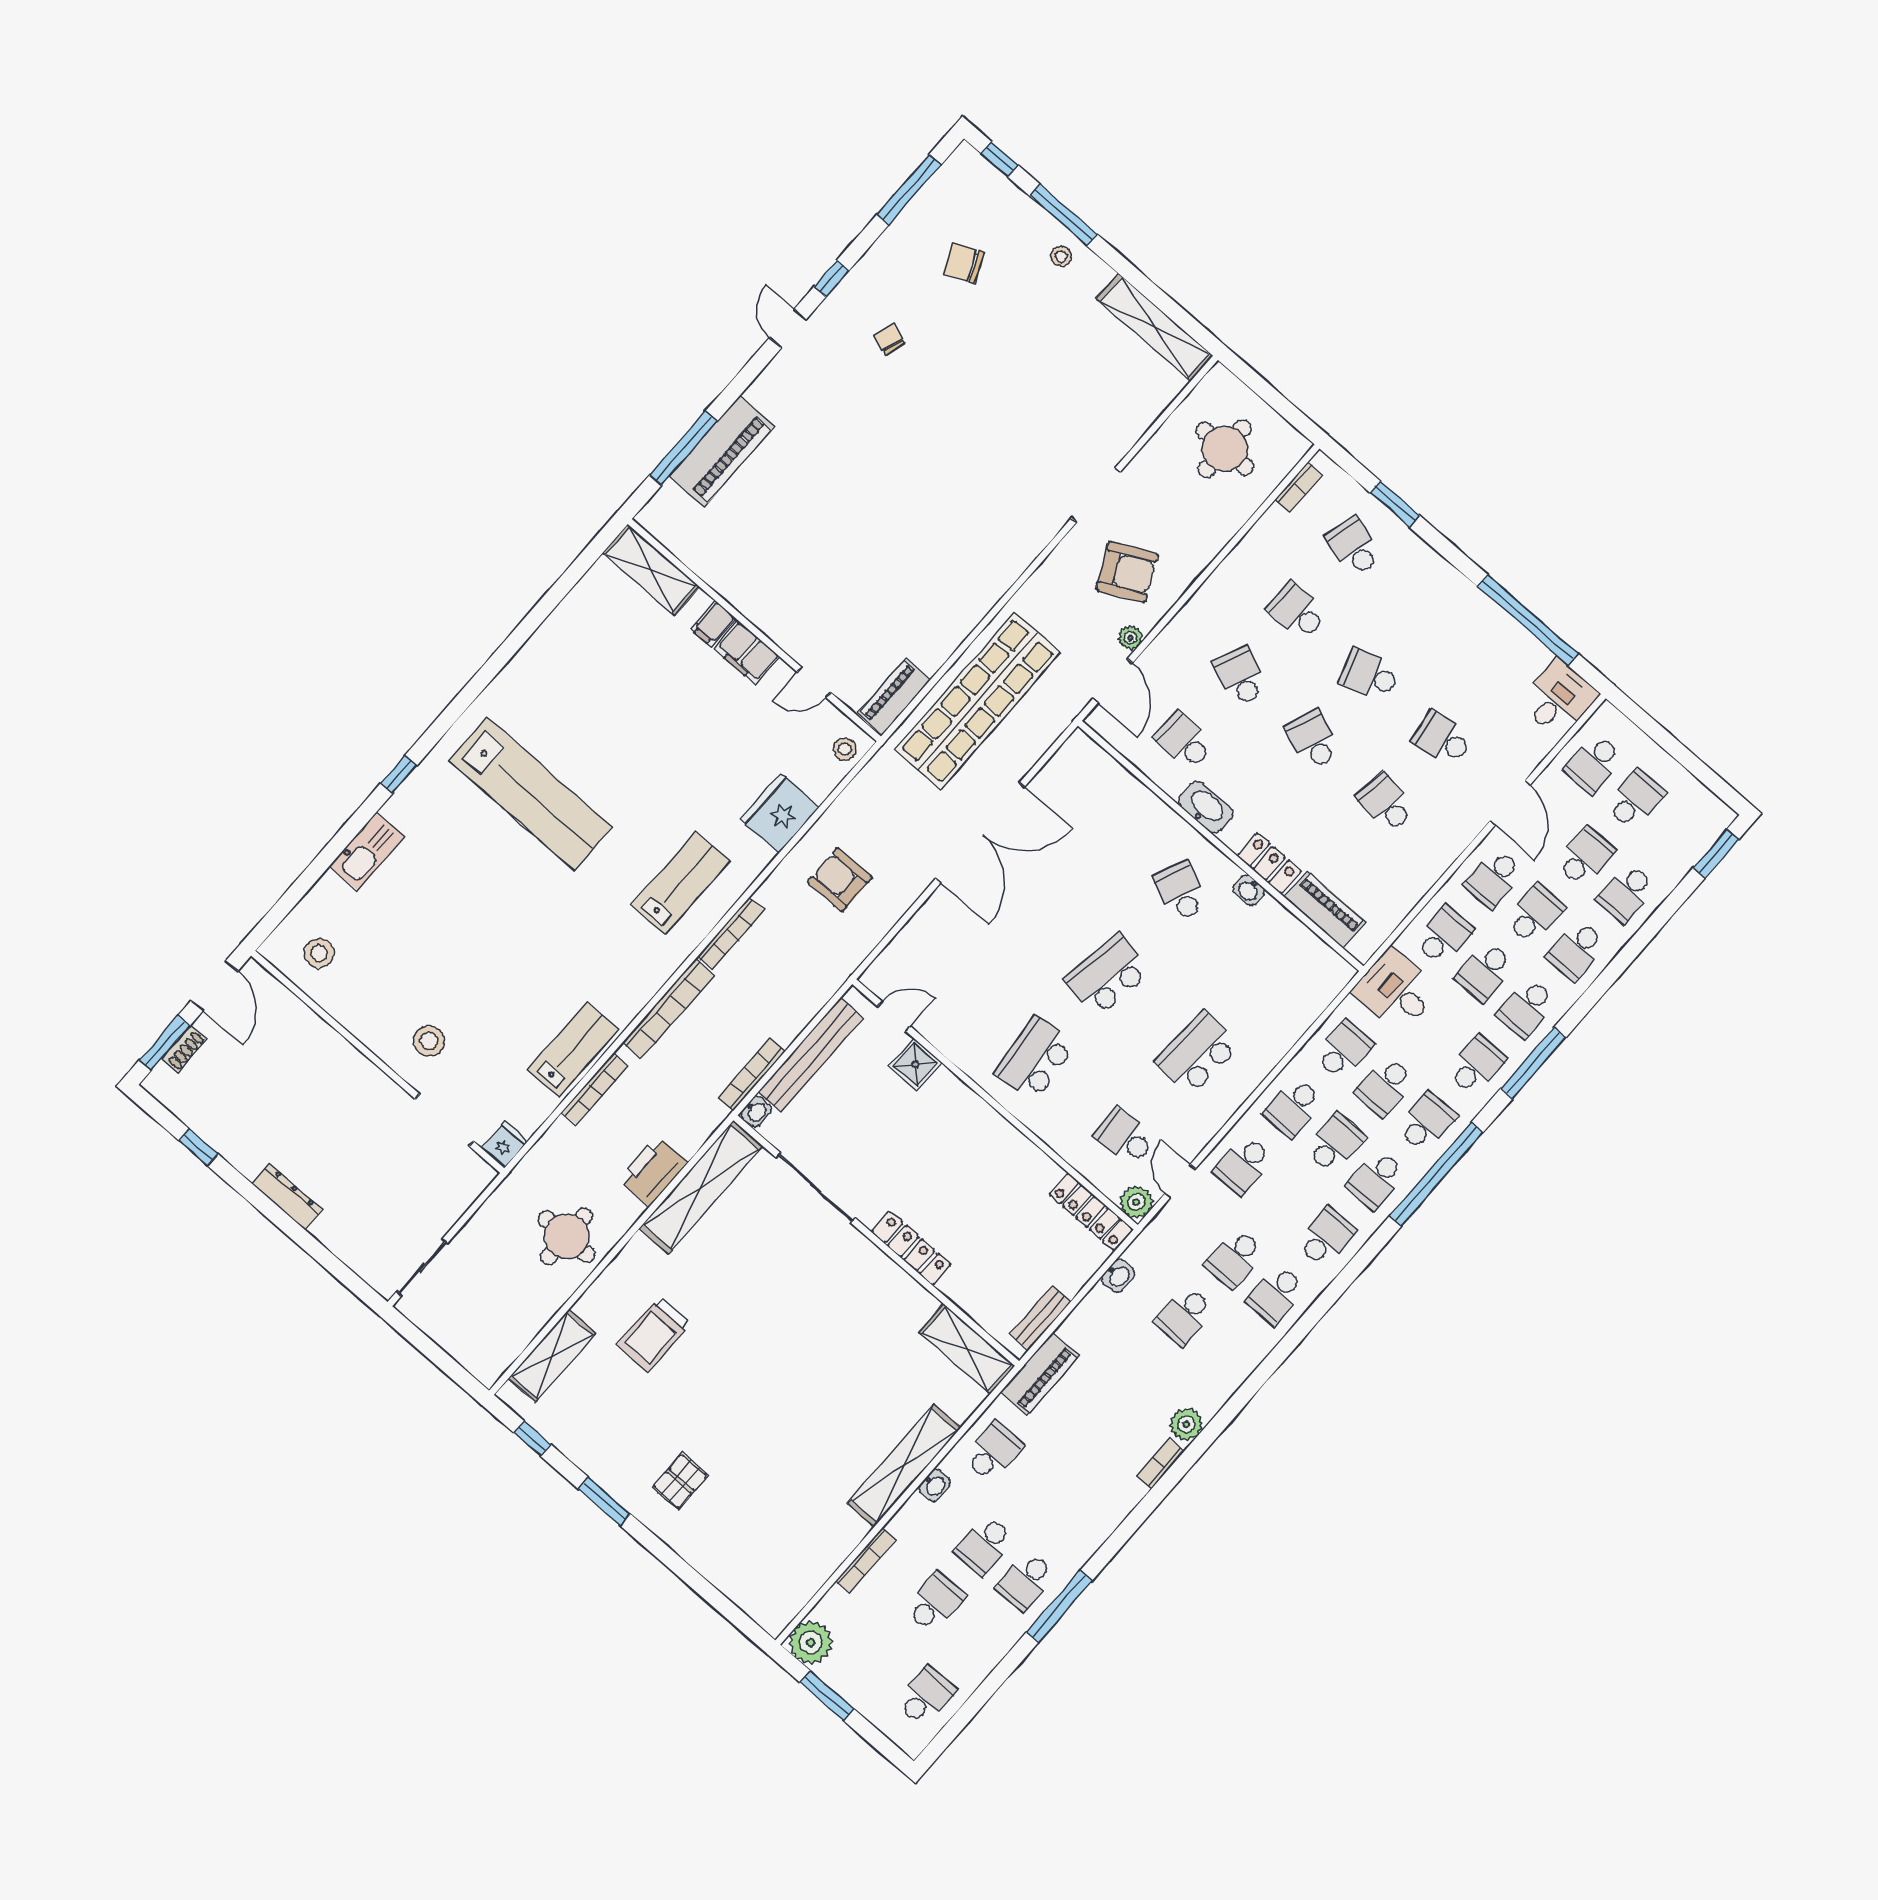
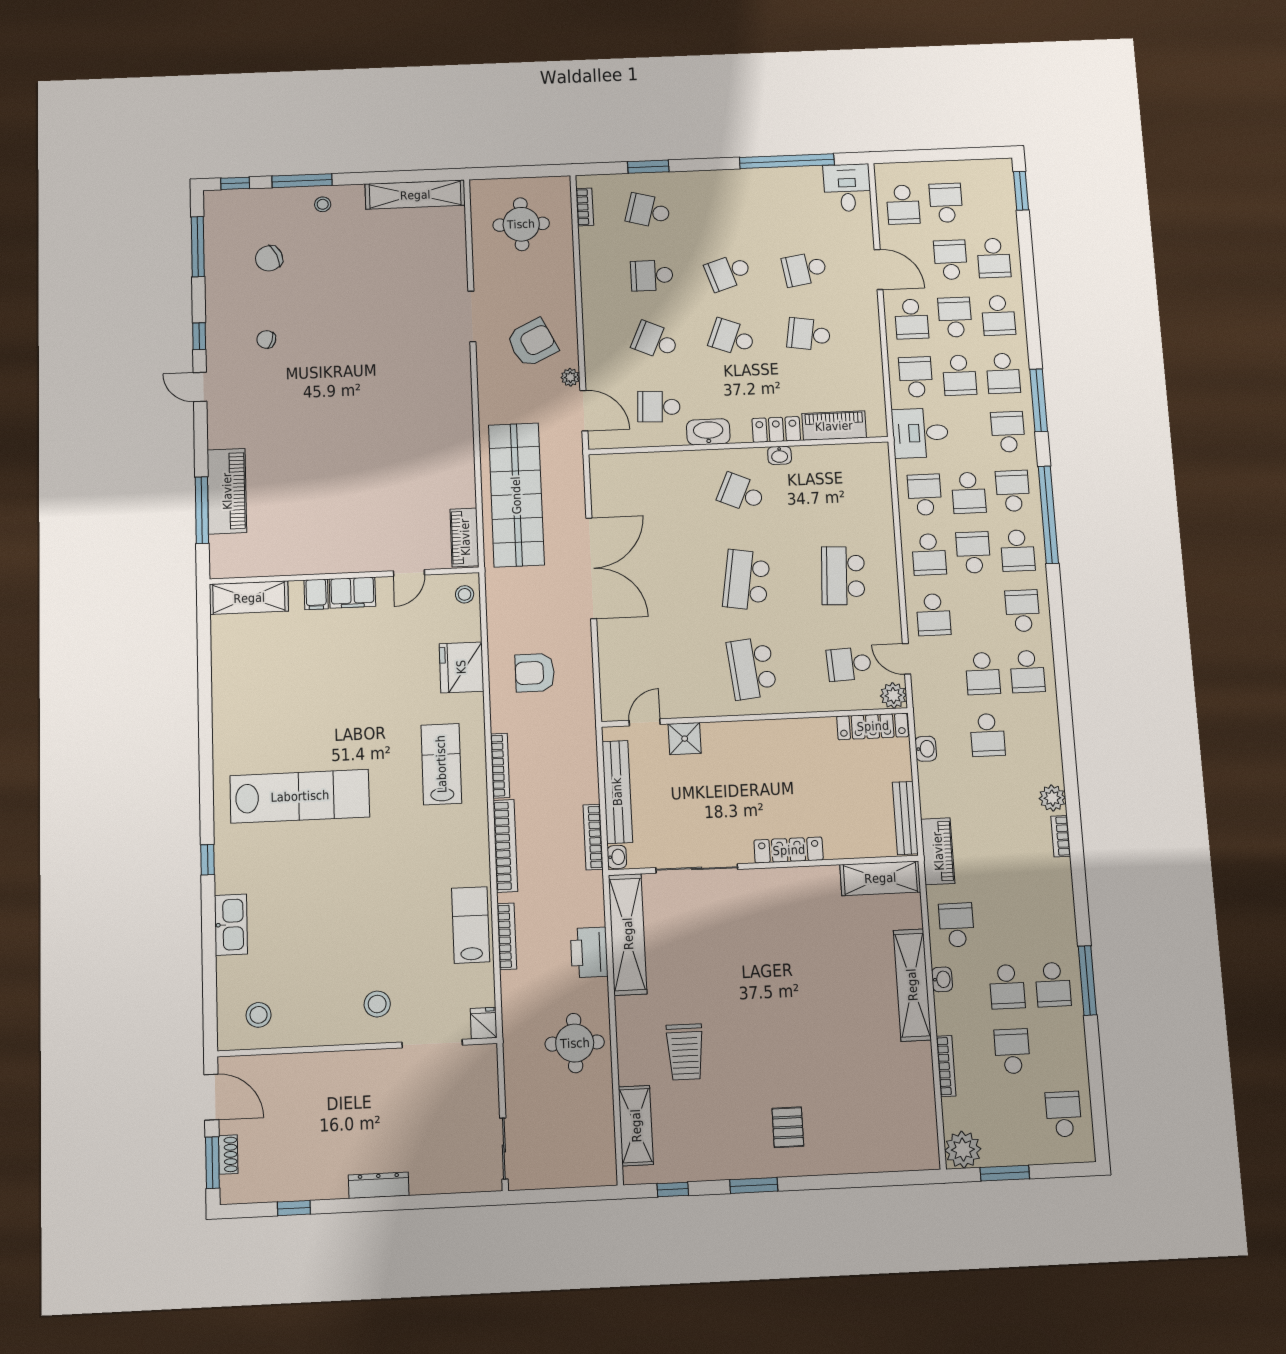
bench: (1040, 1318) -> (905, 818), width x1.36

